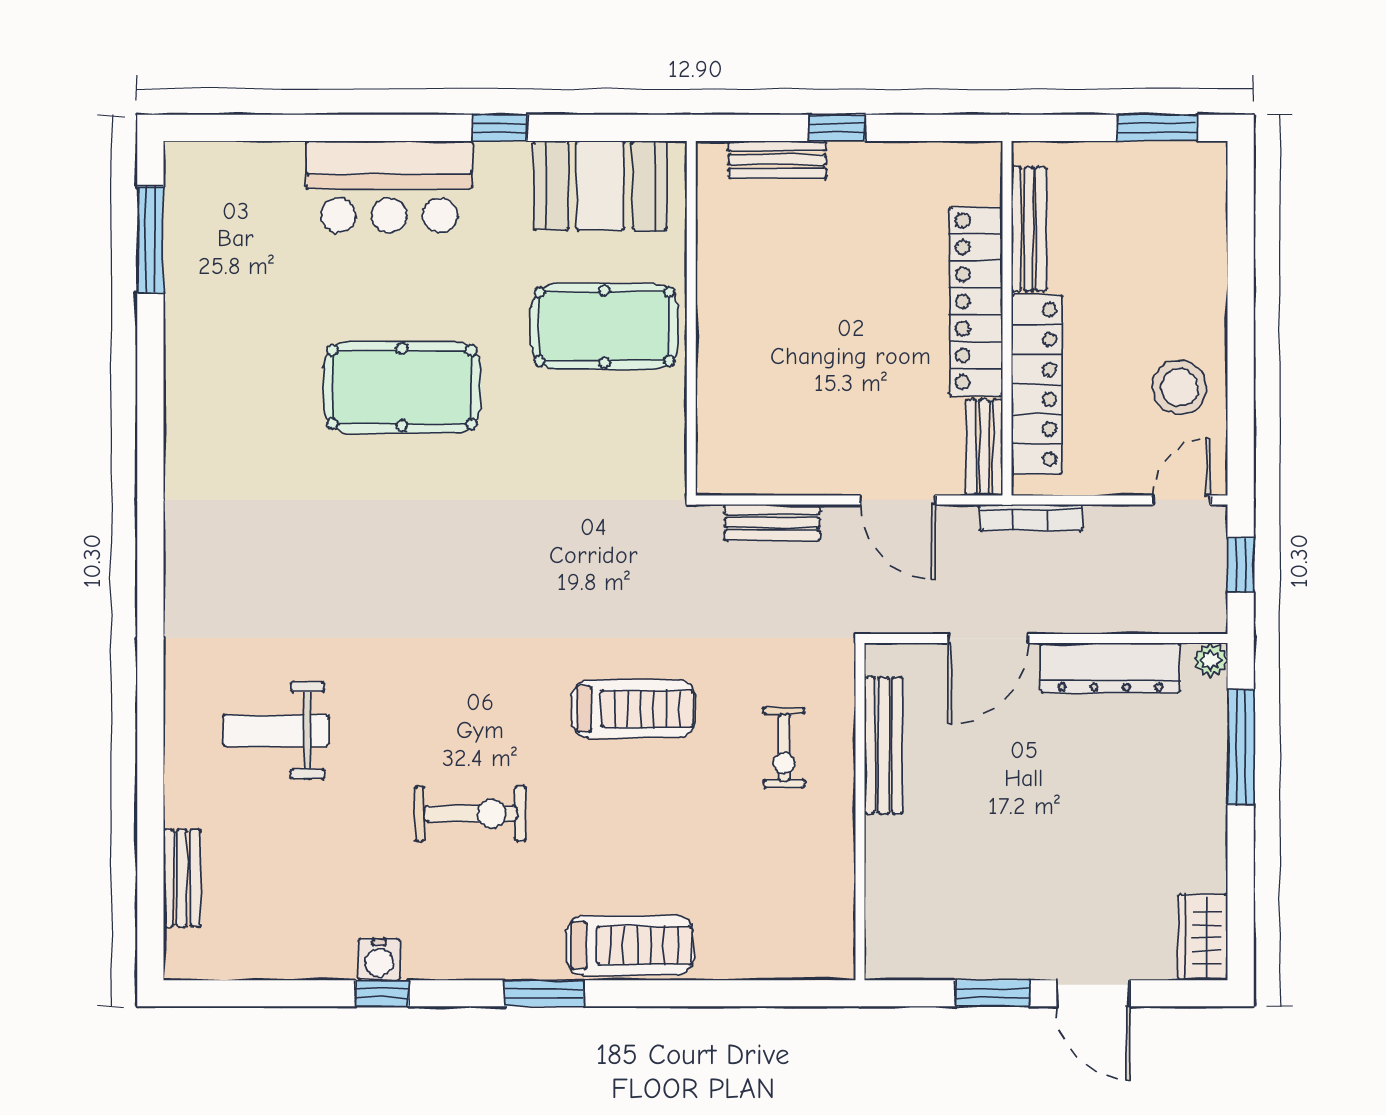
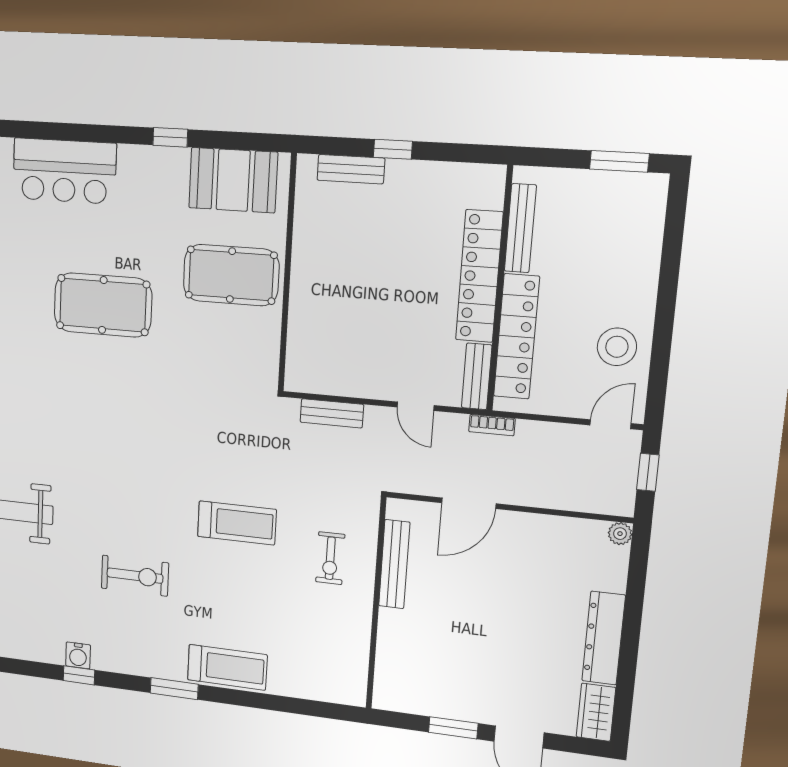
bar counter: (389, 187) -> (64, 171), moved
door: (898, 500) -> (416, 406), width x0.73
bookcase: (1031, 518) -> (492, 425), width x0.64
dresser: (1110, 668) -> (604, 638), moved, turned 90
window: (1241, 747) -> (635, 593), removed

